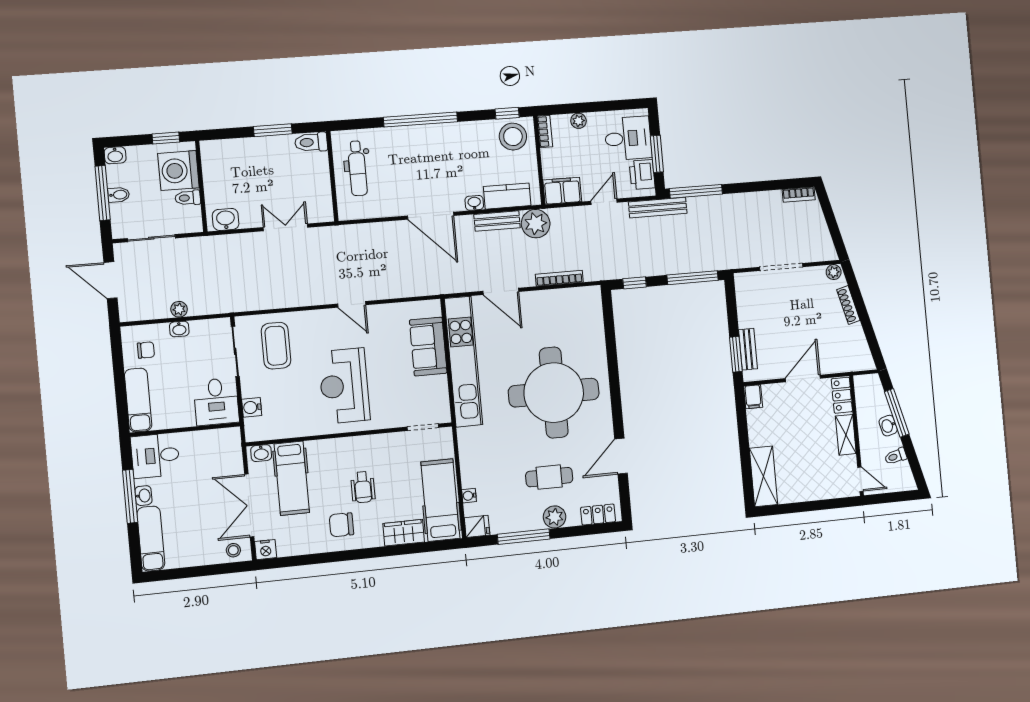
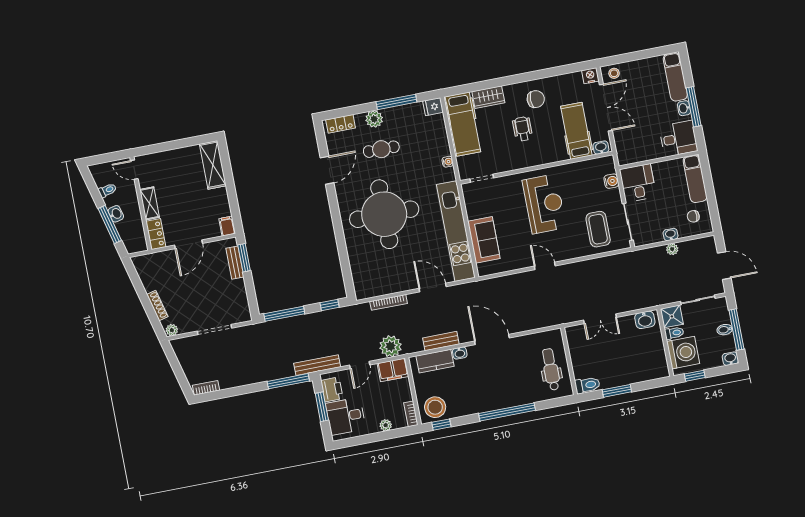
shower: (189, 220) -> (672, 316), added
plant: (536, 224) -> (391, 346), moved
water cooler: (469, 496) -> (448, 162), moved

